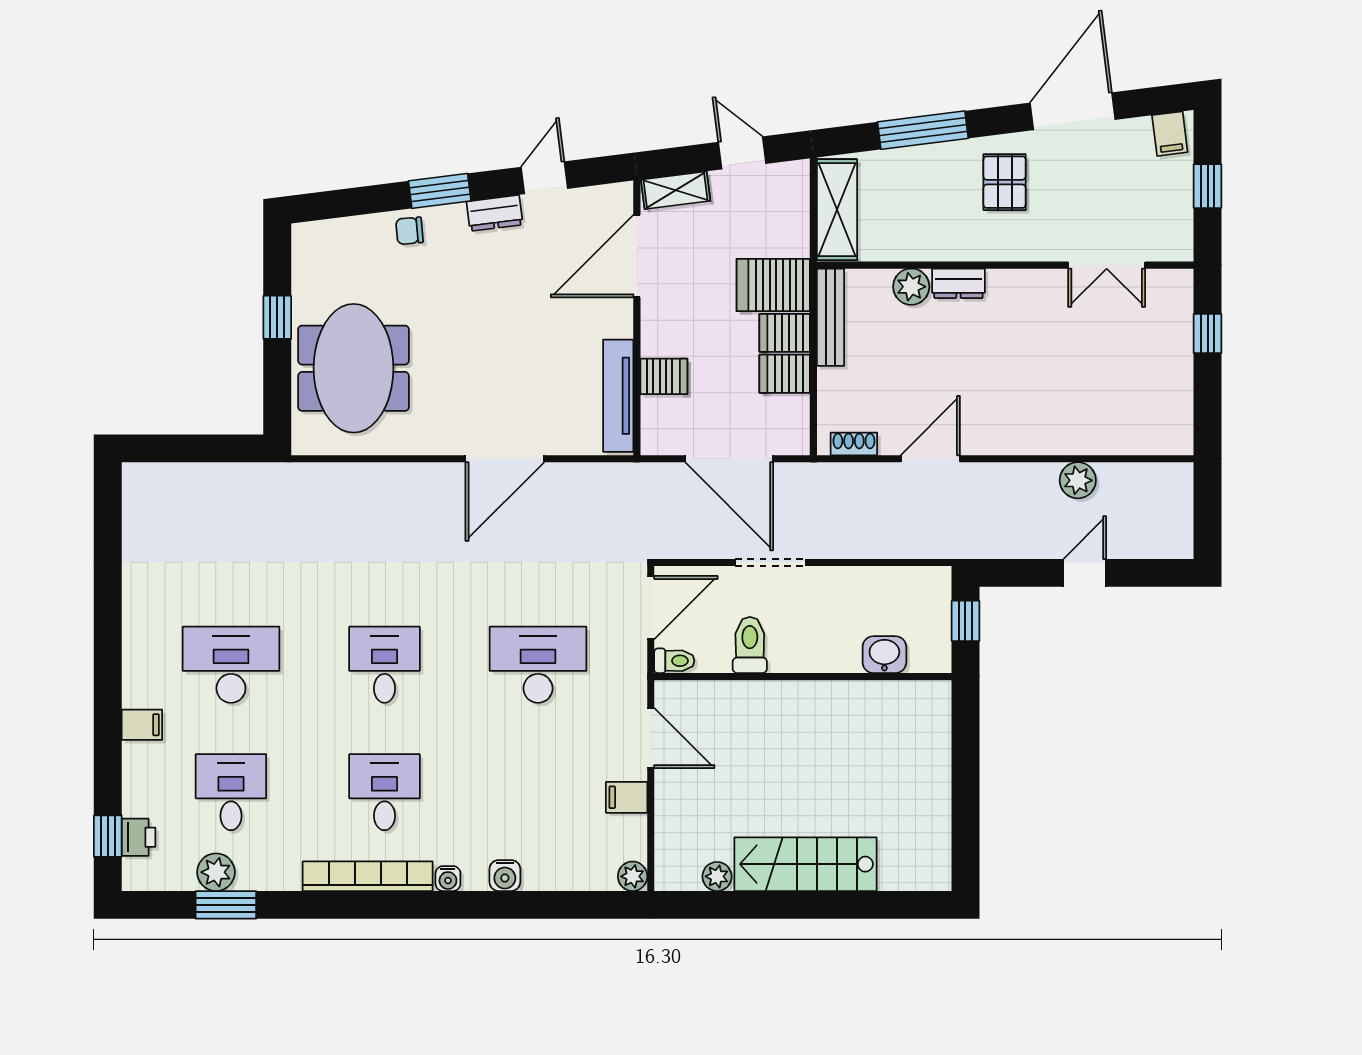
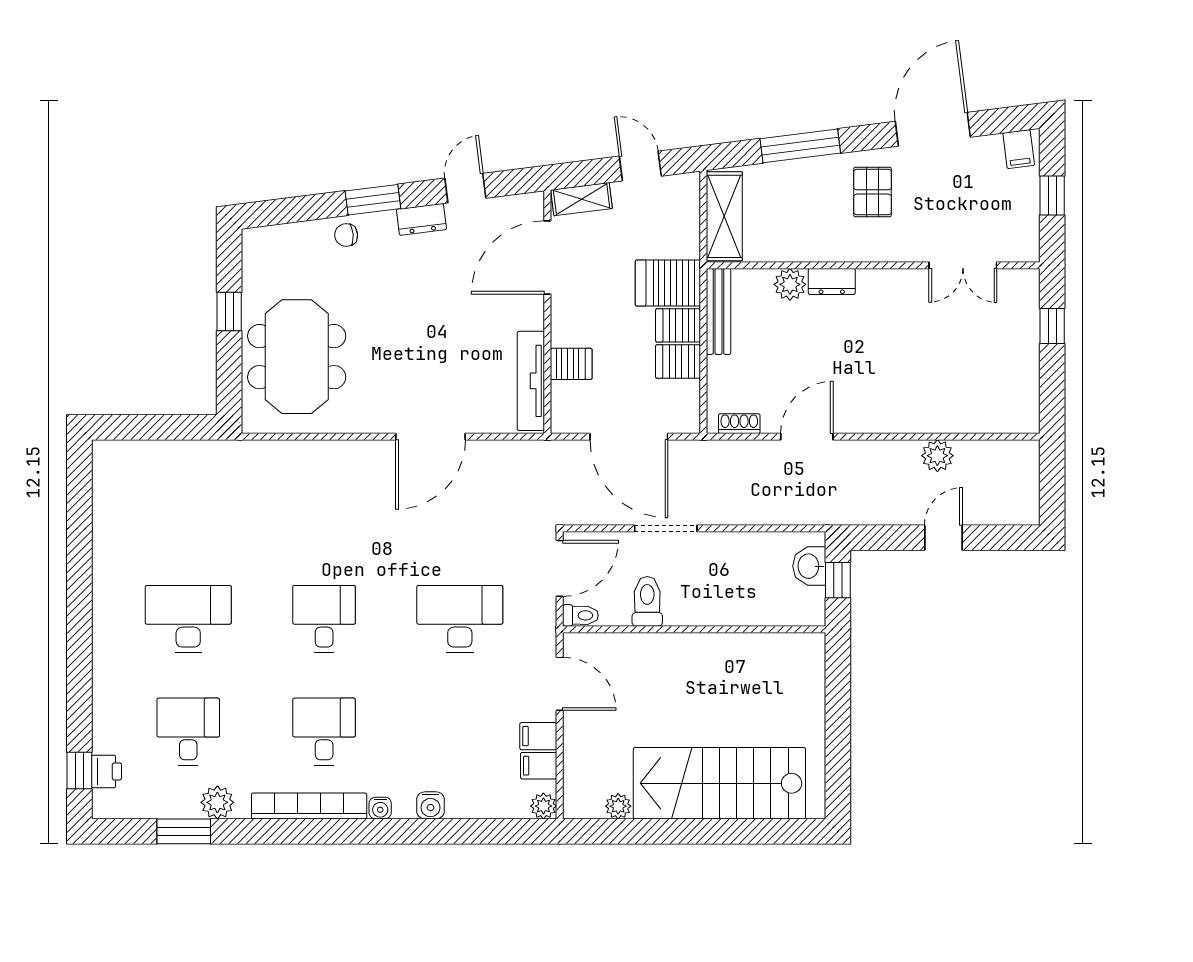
washbasin: (884, 655) -> (809, 566), moved, turned -90
filing cabinet: (142, 725) -> (539, 766), moved, turned 180
stairs: (805, 864) -> (719, 783), width x1.36, depth x1.51
plant: (216, 872) -> (217, 802), moved

